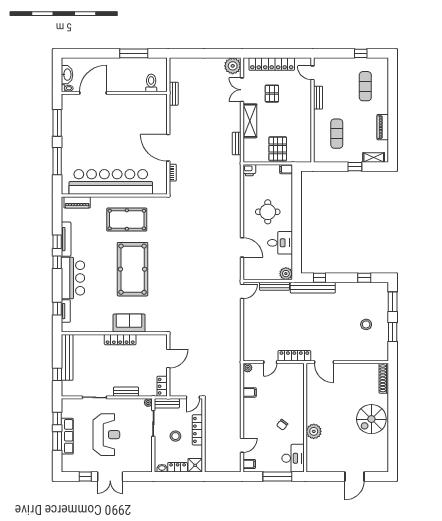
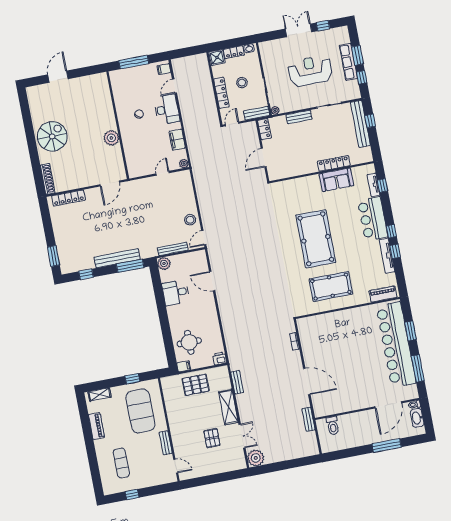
window: (134, 53) -> (387, 446), moved
locker: (272, 64) -> (218, 467), removed
exercise mat: (337, 134) -> (140, 411), width x2.00, depth x1.45
door: (168, 148) -> (307, 381), moved
pallet: (278, 149) -> (196, 385), turned 90
window: (57, 161) -> (410, 331), width x0.69
window: (355, 167) -> (132, 379), moved
bar counter: (111, 182) -> (396, 345), moved, turned 90
round table: (268, 212) -> (189, 342), moved
window: (319, 278) -> (130, 266), width x2.17
bench: (313, 288) -> (117, 258), moved
sofa: (129, 323) -> (336, 180), moved
stool: (366, 324) -> (190, 220), moved
window: (393, 332) -> (48, 226), removed
locker: (120, 340) -> (334, 163), moved
locker: (294, 356) -> (68, 198), moved
bench: (67, 357) -> (360, 124), moved
door: (324, 362) -> (110, 183), swing flipped
filing cabinet: (250, 392) -> (177, 140), width x2.00
plant: (314, 431) -> (111, 138), moved
reception desk: (106, 435) -> (310, 71), turned 90
desk: (293, 458) -> (167, 109), moved, turned 180

